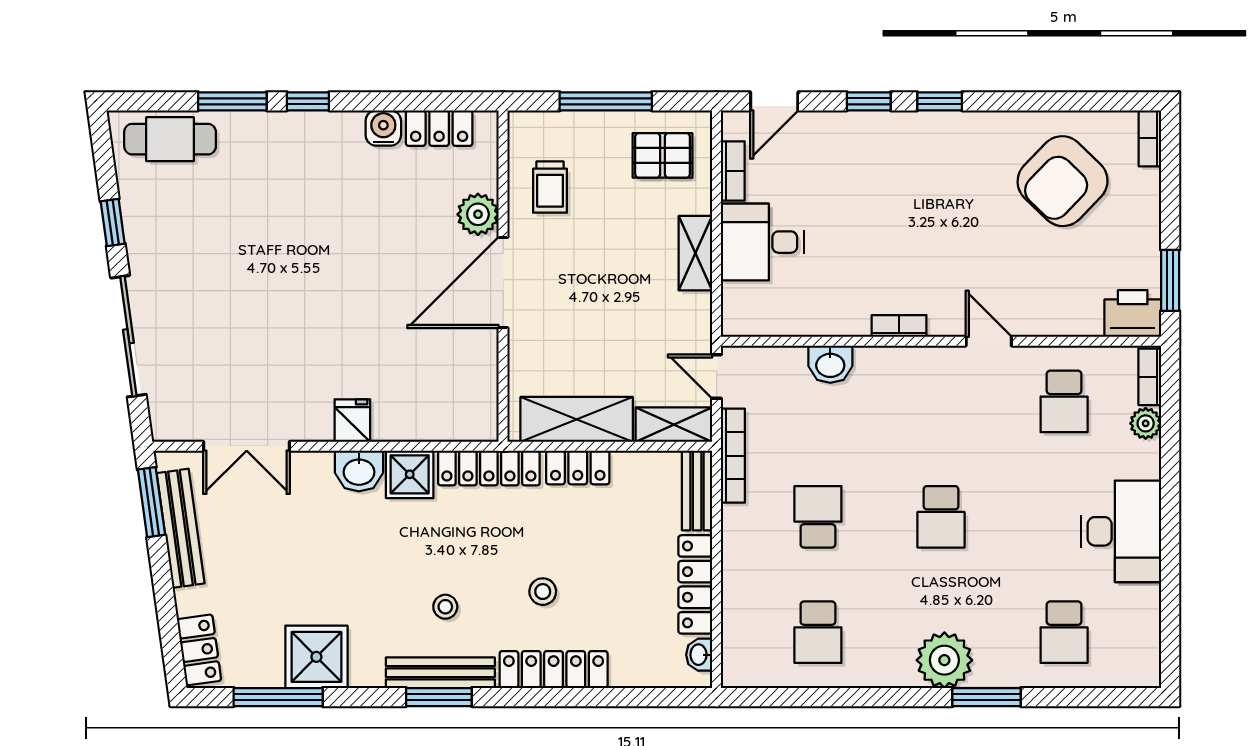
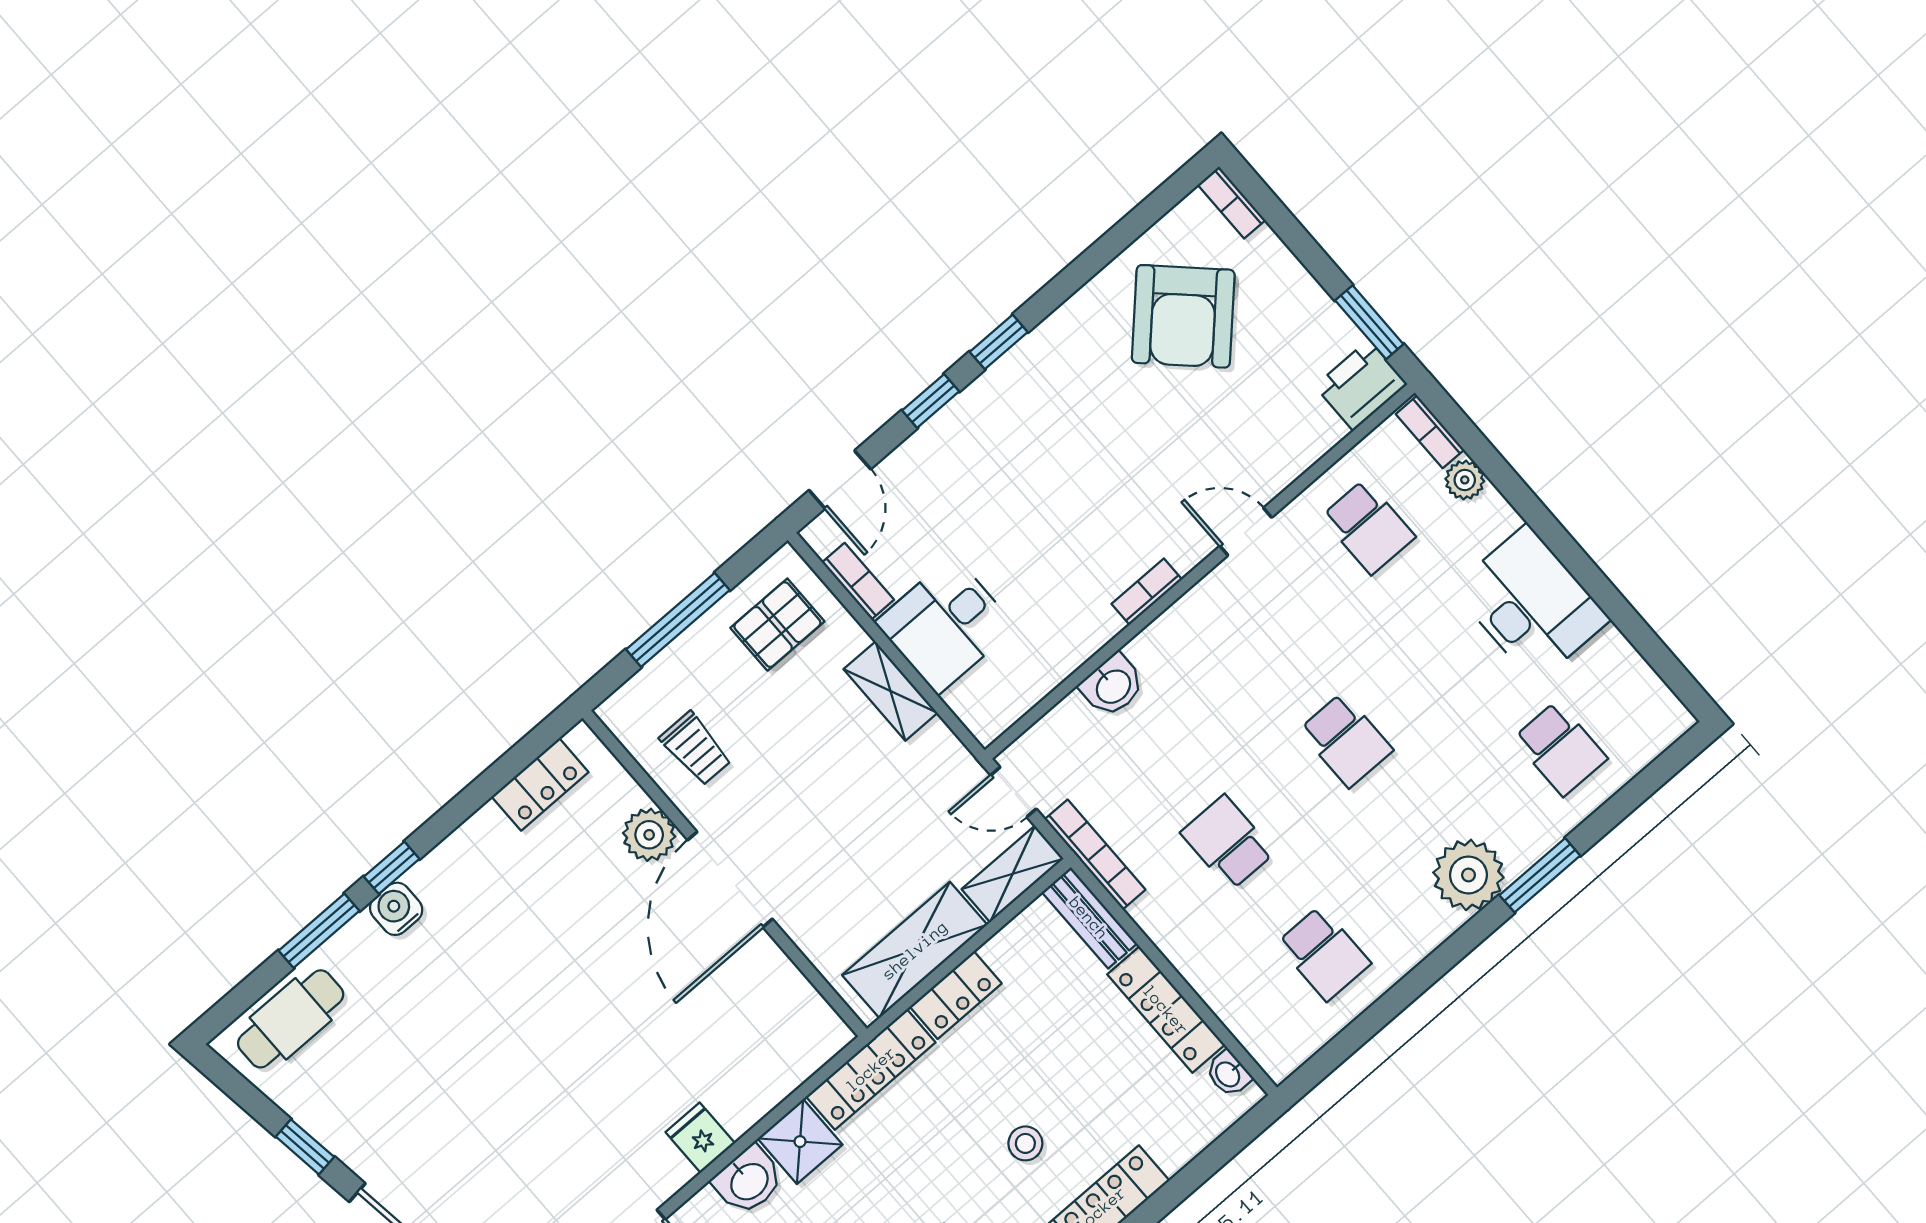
water cooler: (383, 128) -> (396, 909), moved

